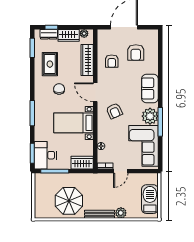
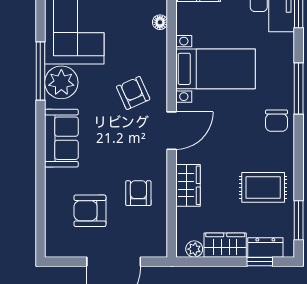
armchair: (136, 52) -> (90, 211), turned -90
wardrobe: (87, 60) -> (188, 185), width x0.67
rug: (50, 64) -> (263, 187), turned 90
chair: (59, 89) -> (277, 121), moved
door: (95, 92) -> (172, 131), hinge flipped

